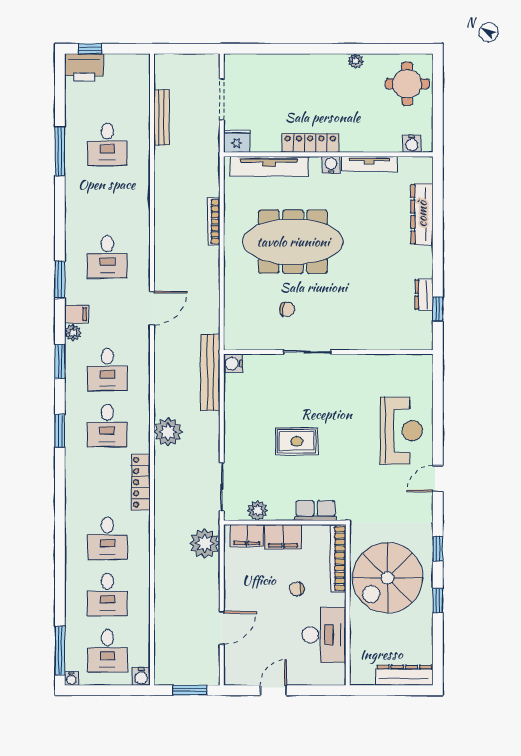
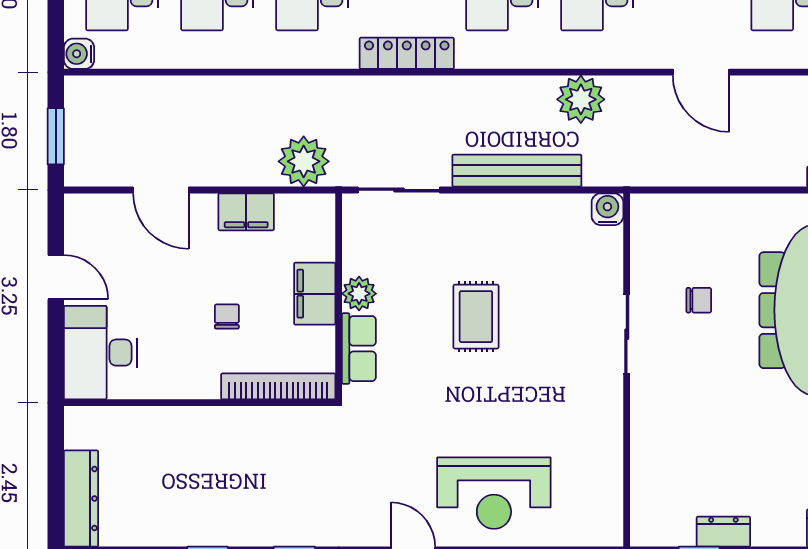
chair: (287, 309) -> (699, 300), turned -98
bench: (210, 372) -> (517, 171), moved
plant: (168, 432) -> (581, 99), moved
plant: (258, 511) -> (359, 294), moved
filing cabinet: (247, 535) -> (246, 212), moved, turned -90
spiral stairs: (387, 578) -> (245, 470), removed
desk: (324, 635) -> (101, 353), moved, turned 90

